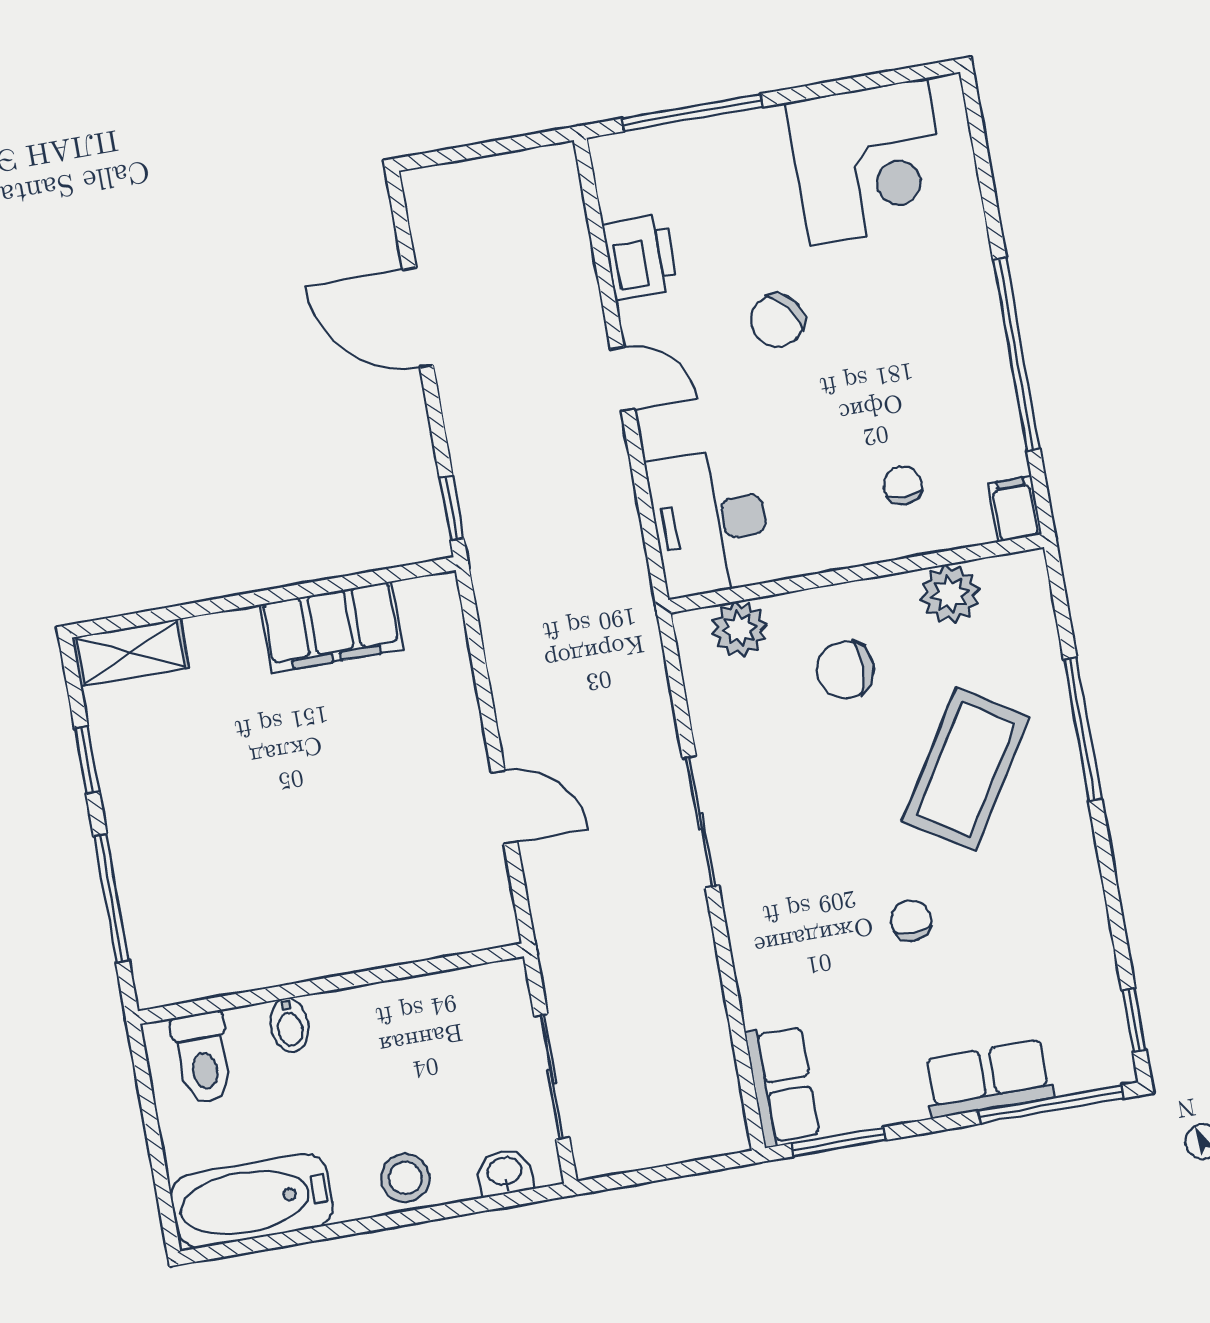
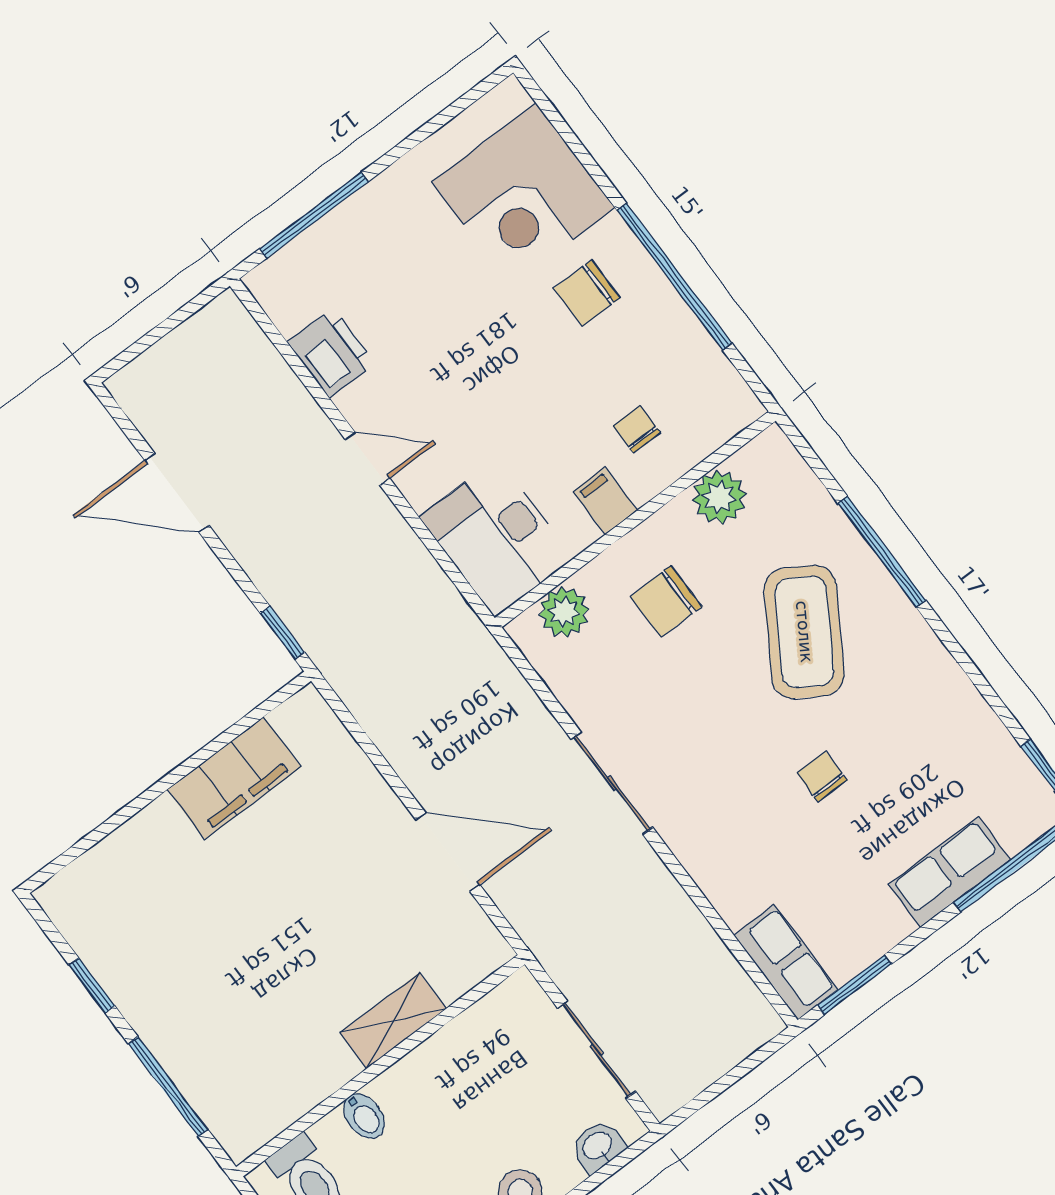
corner desk: (869, 162) -> (523, 195), moved, turned 90
chair: (777, 320) -> (587, 293), moved, turned 38
filing cabinet: (1015, 509) -> (605, 501), moved
shelving: (131, 652) -> (393, 1021), moved
door: (504, 807) -> (448, 852), width x1.38

